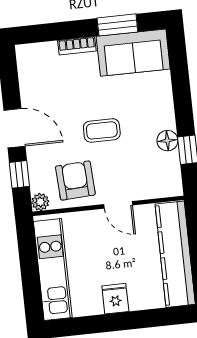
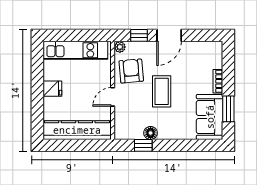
coffee table: (102, 130) -> (162, 91), width x1.36, depth x1.30
armchair: (75, 181) -> (131, 71), turned -92

